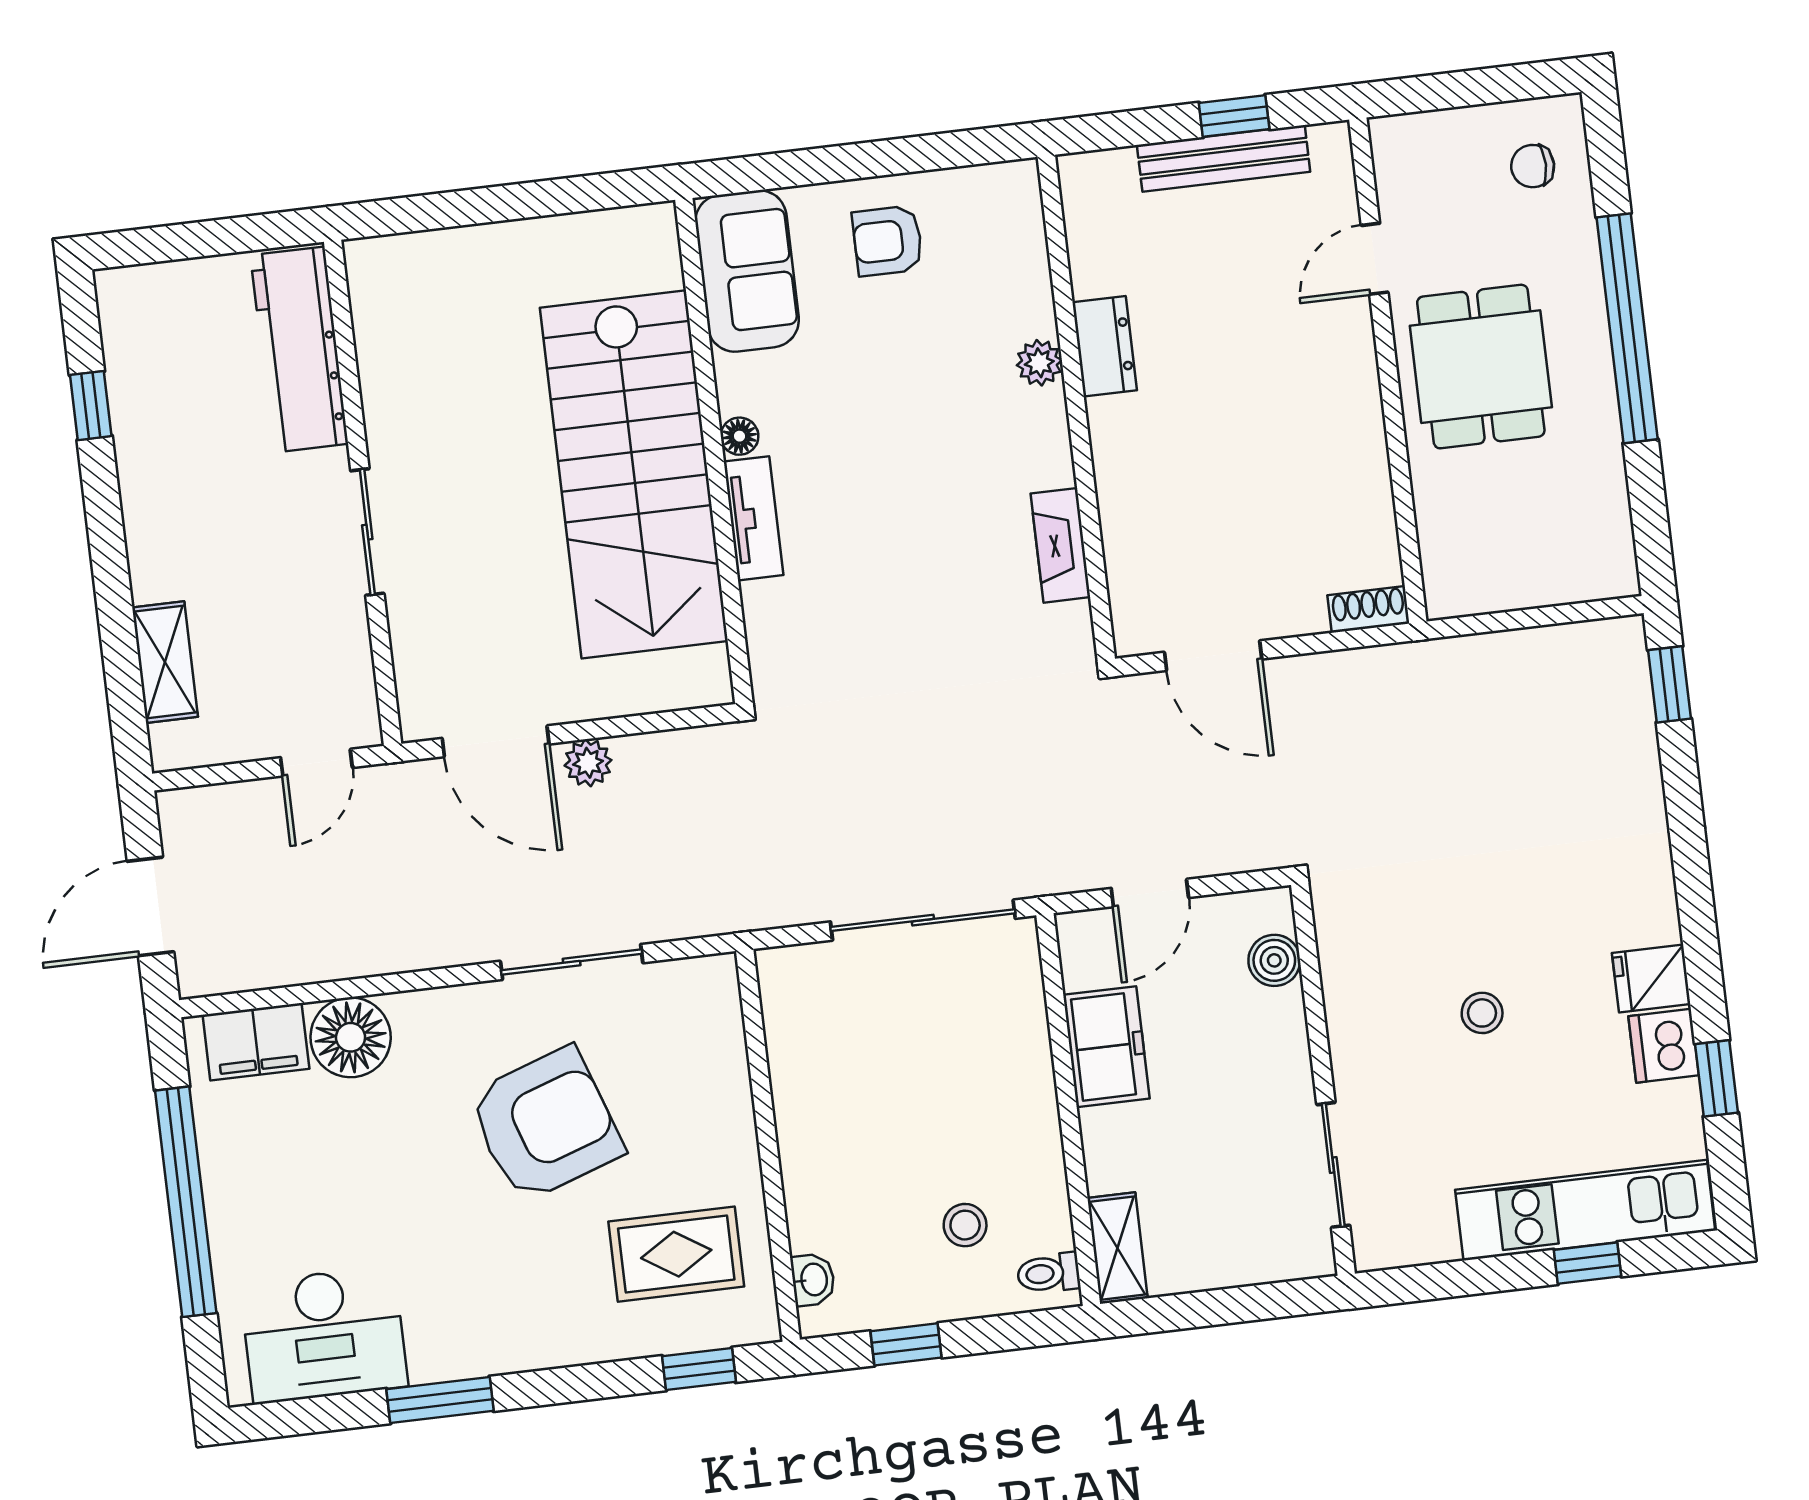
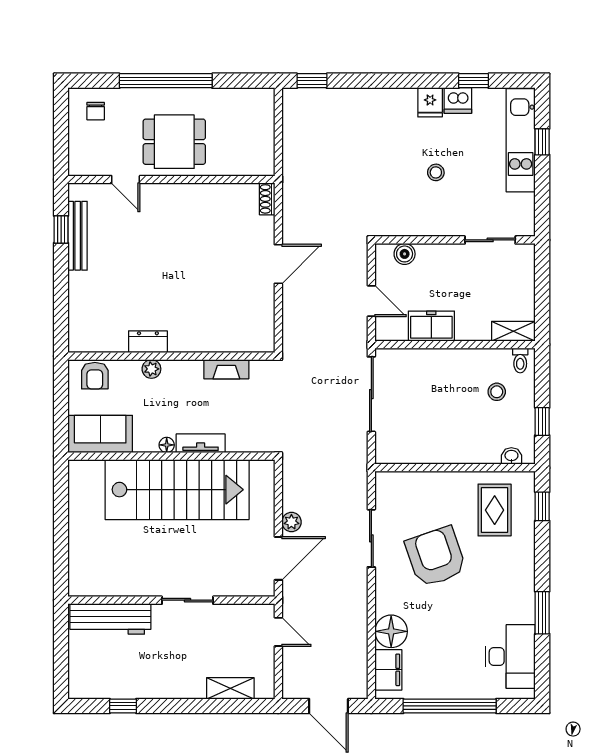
dresser: (1105, 346) -> (148, 342), moved
plant: (1039, 363) -> (151, 369), moved
wall: (1076, 408) -> (171, 356), moved
fireplace: (1060, 545) -> (226, 369), moved

